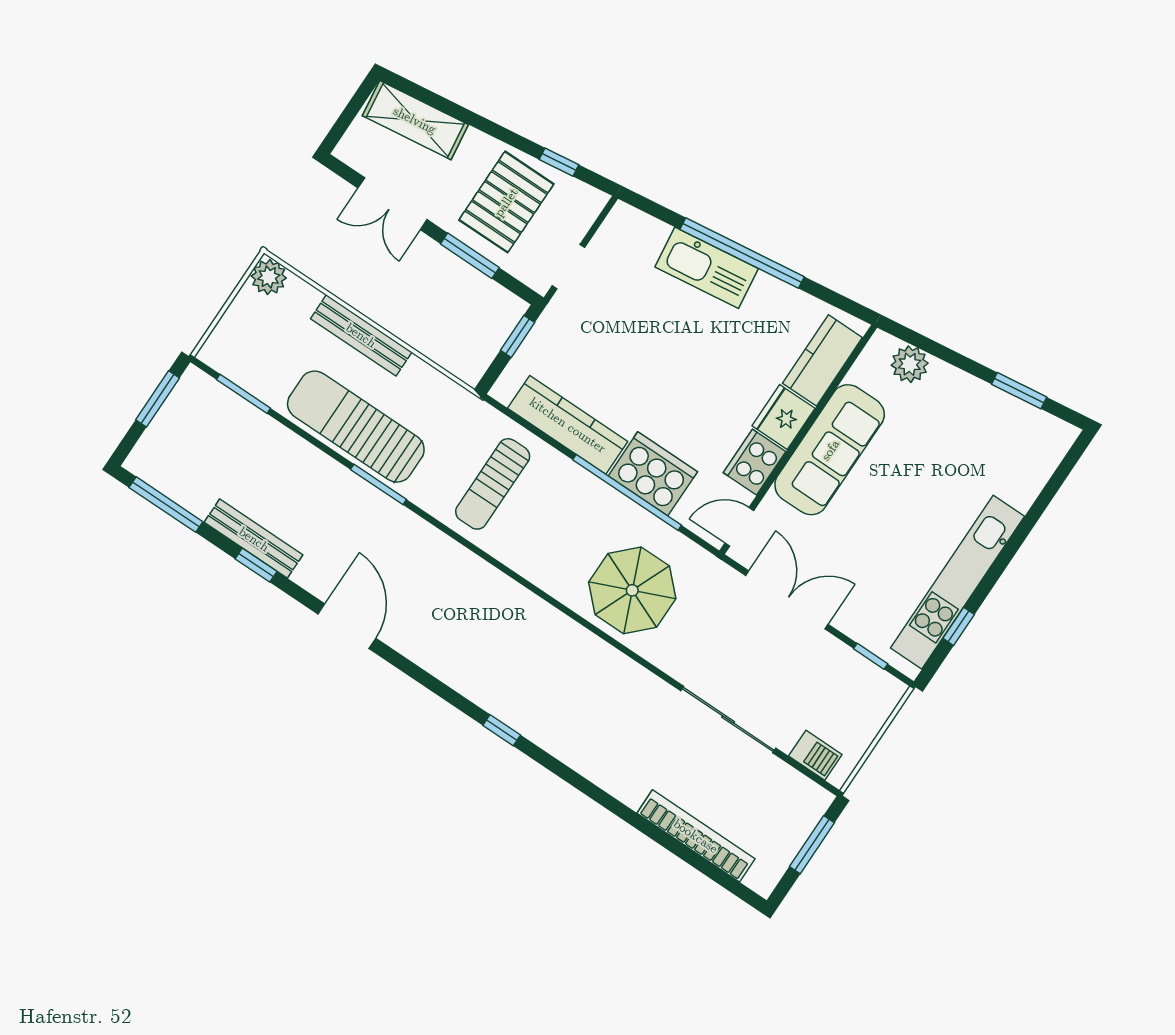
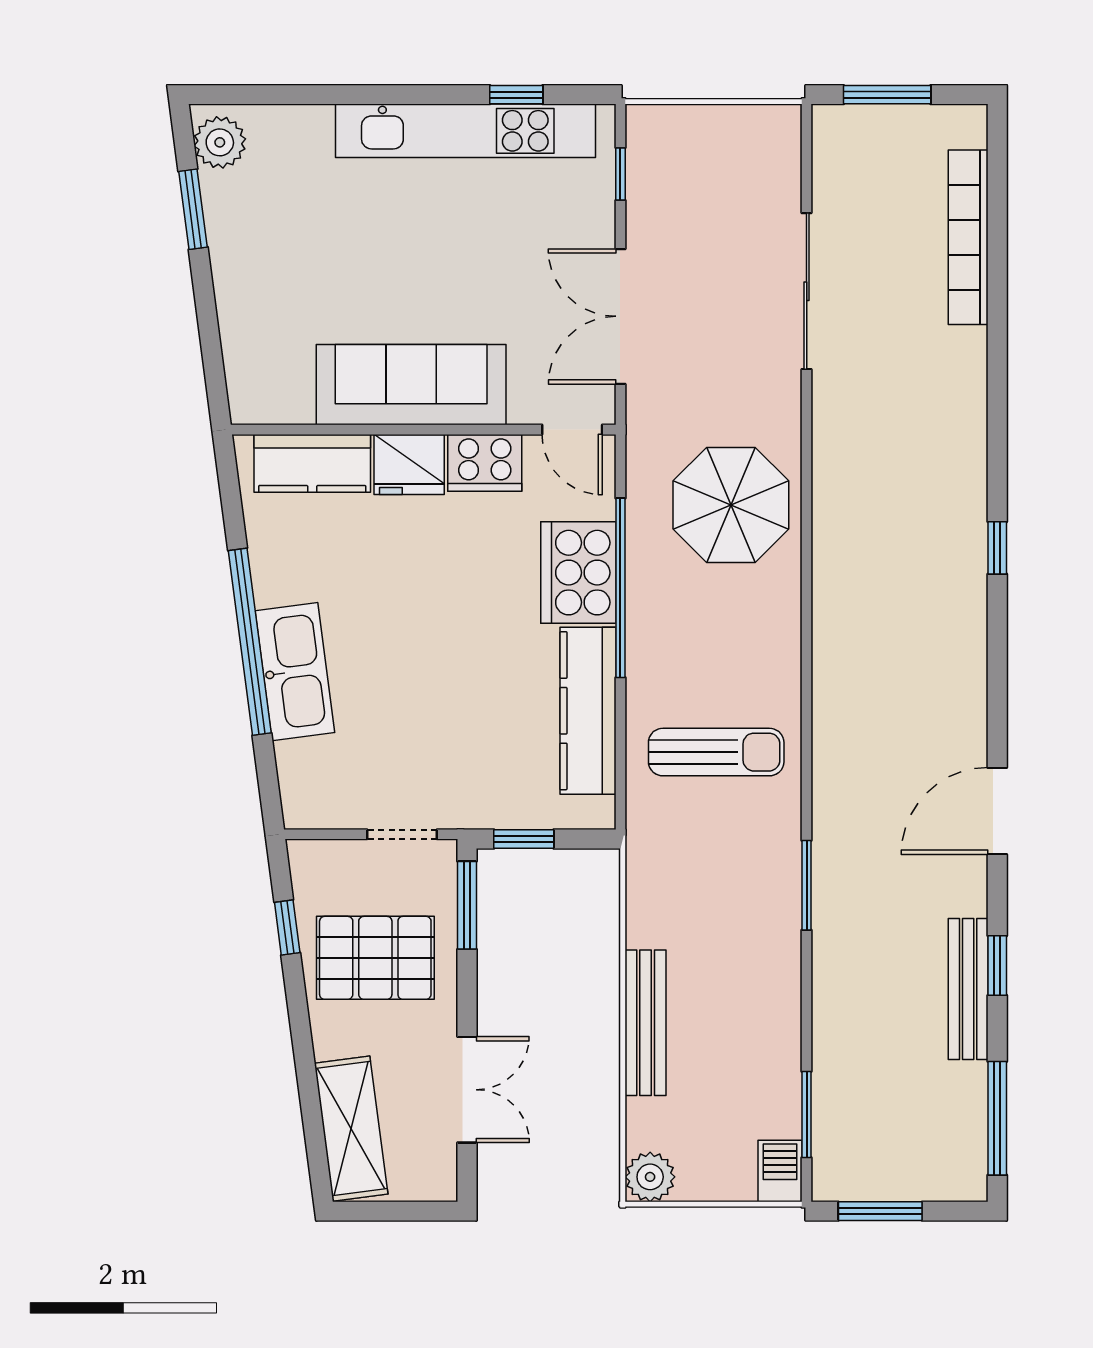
window: (470, 256) -> (467, 905), moved
plant: (910, 364) -> (220, 142), moved
sun lounger: (356, 427) -> (757, 957), removed
barbecue: (815, 755) -> (780, 1171), moved

